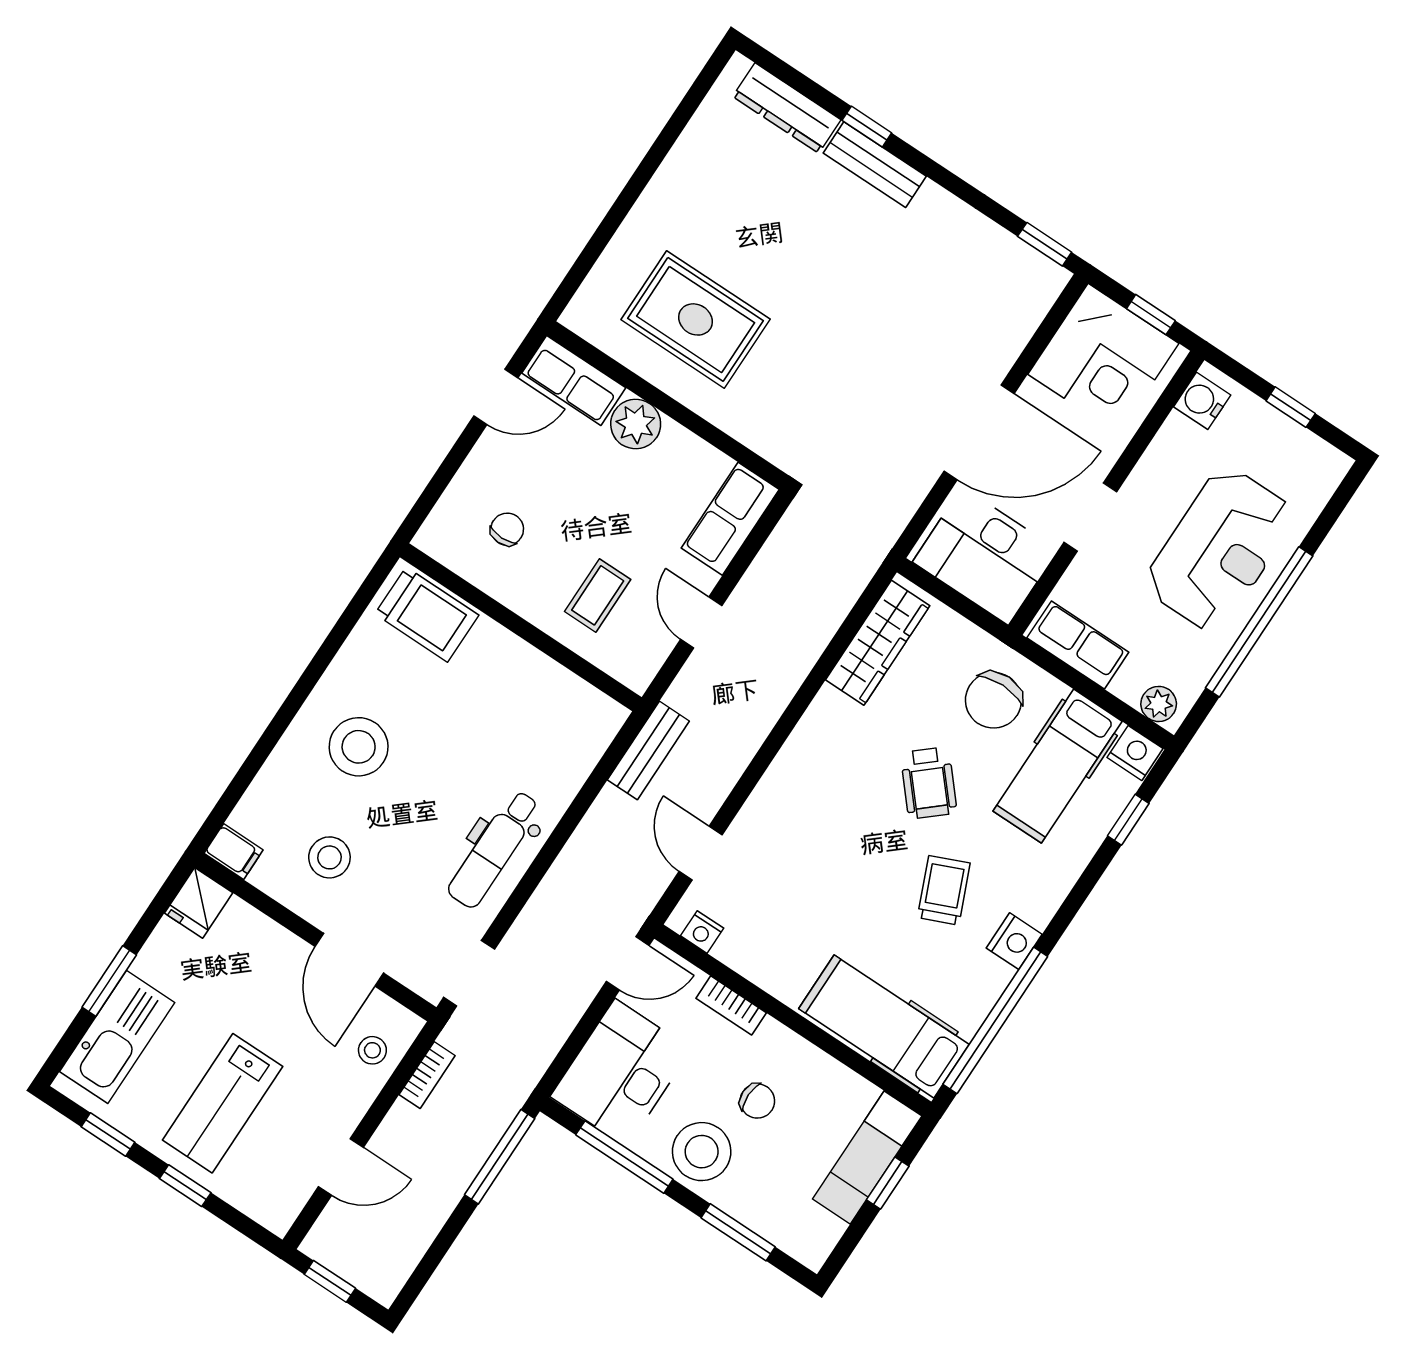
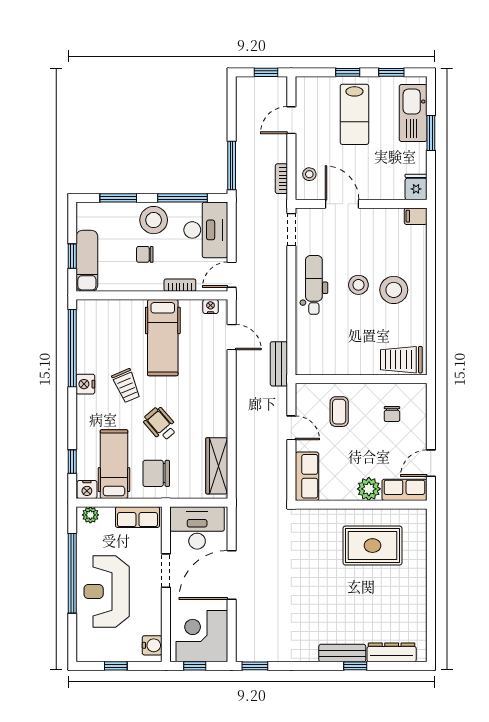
chair: (993, 700) -> (156, 473), turned -90
stool: (329, 857) -> (358, 285), moved
hospital bed: (884, 1026) -> (163, 338), moved, turned 90
lab bench: (223, 1103) -> (354, 114), turned 180

